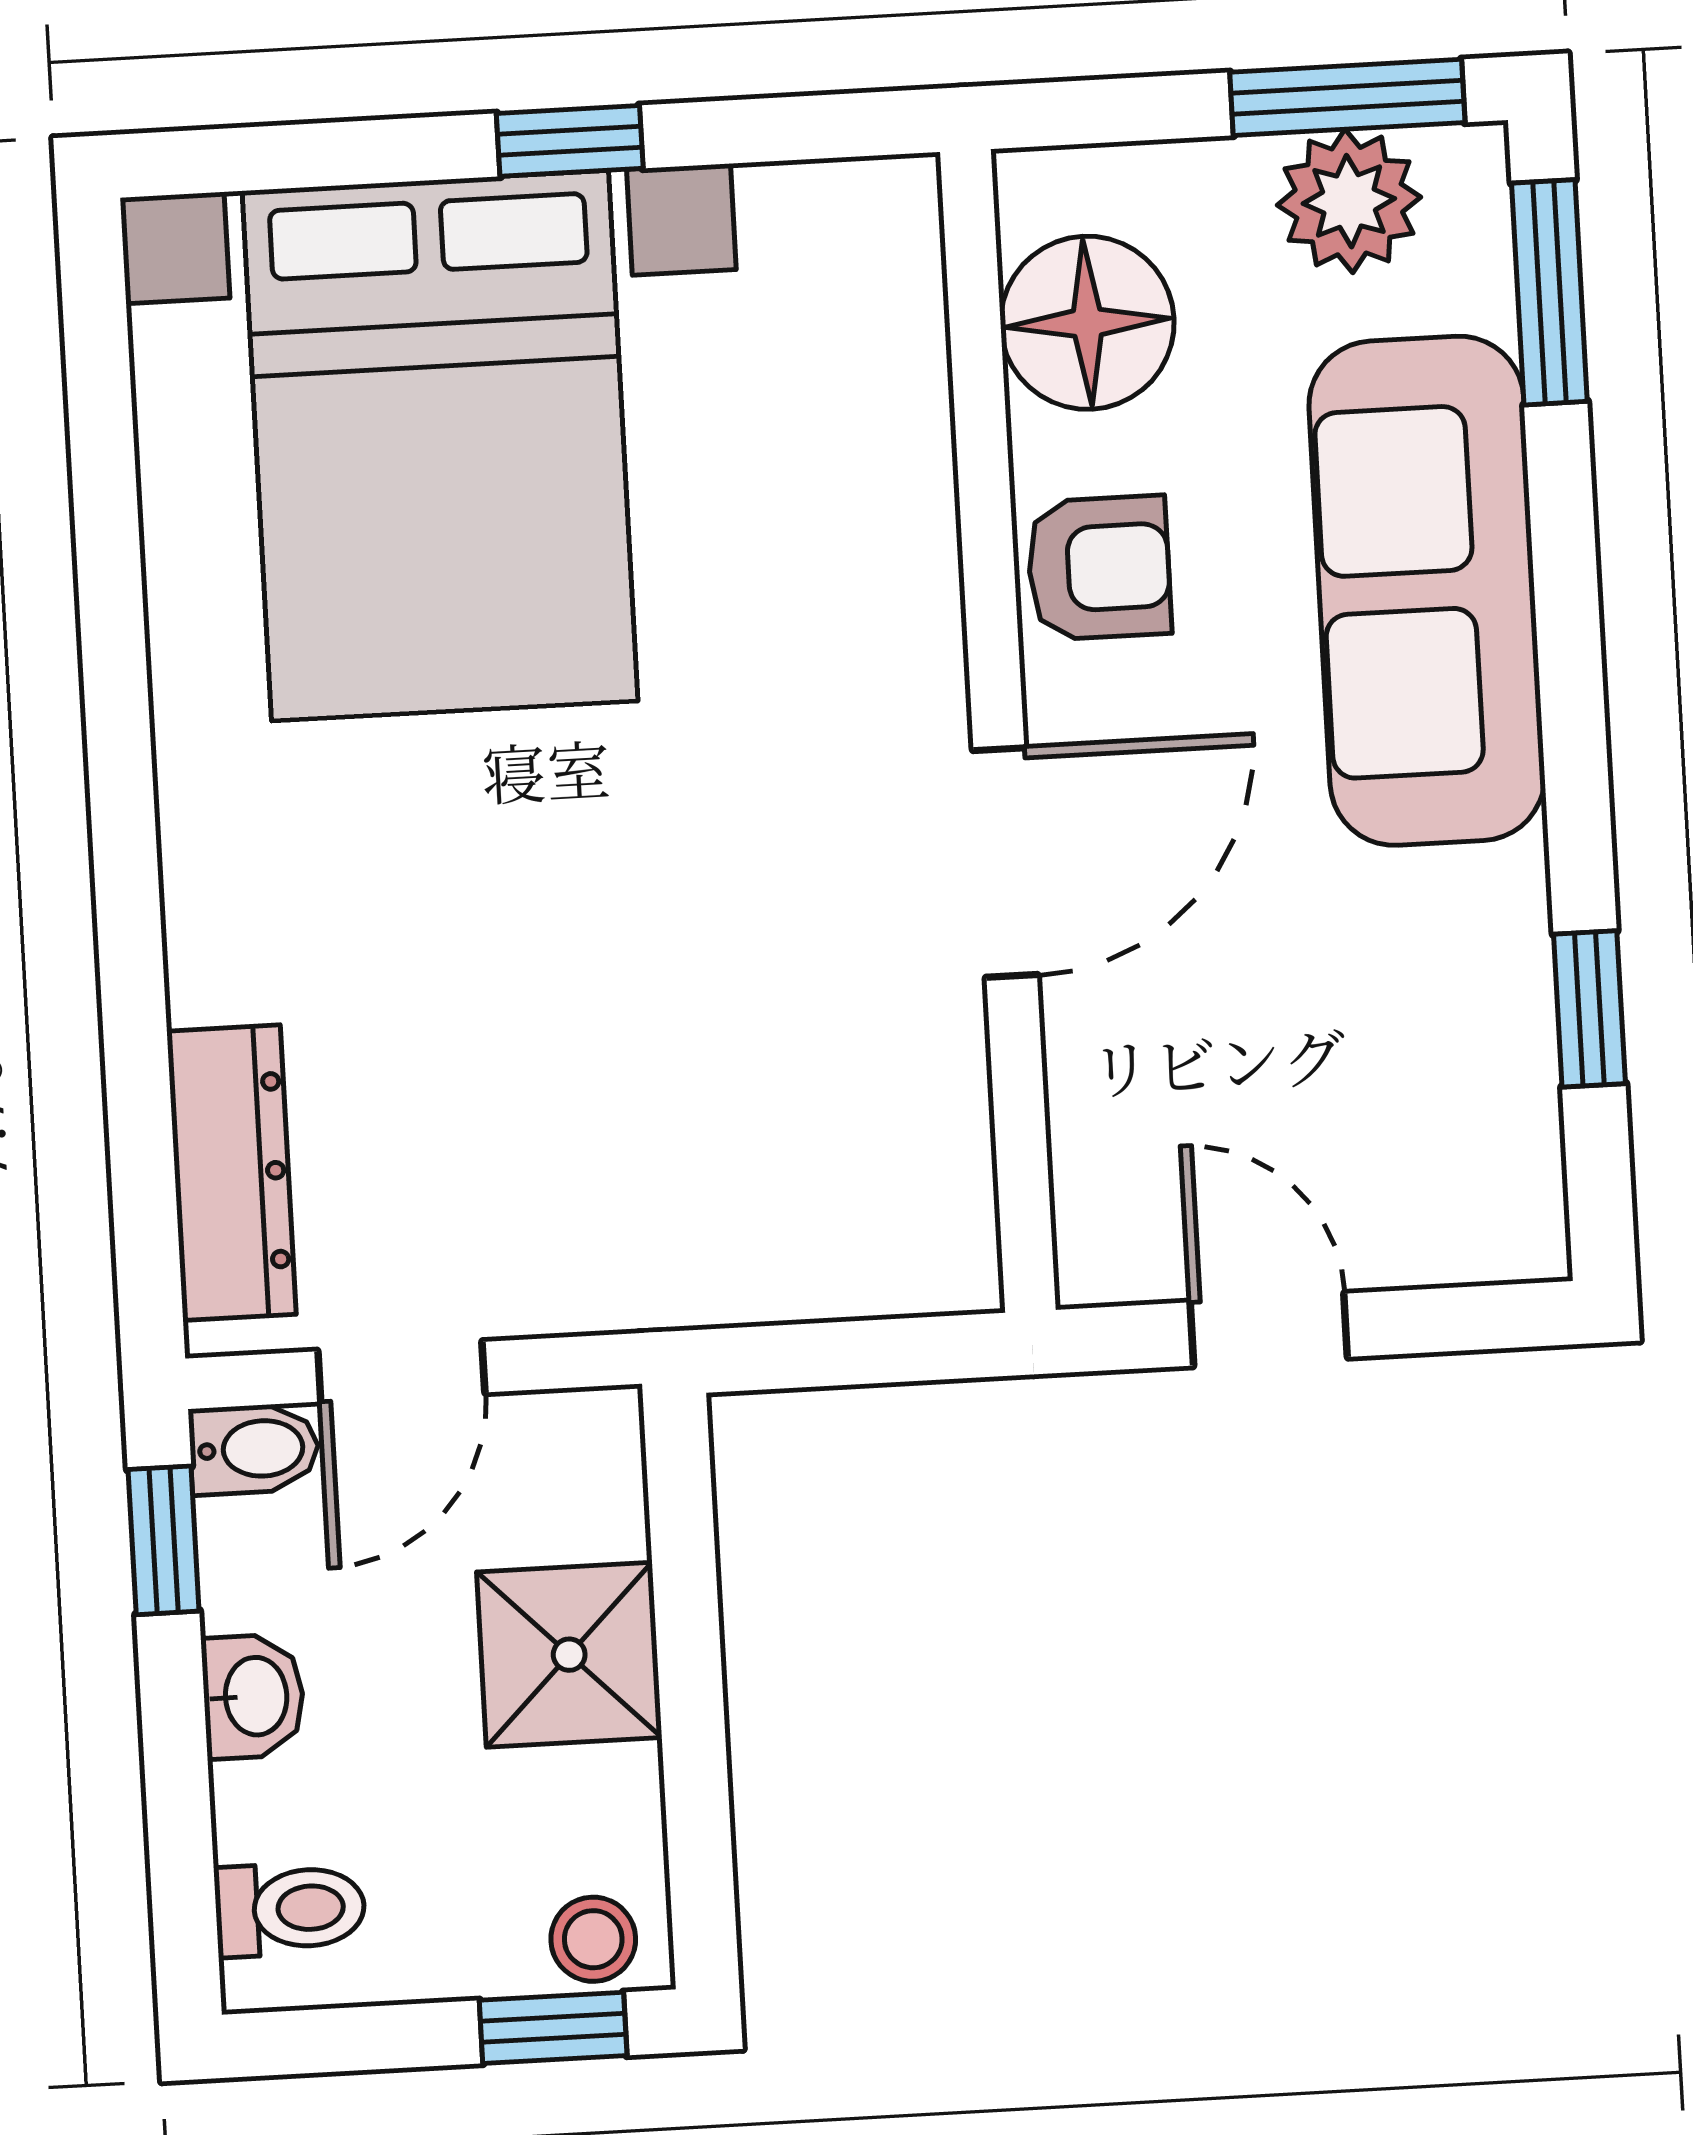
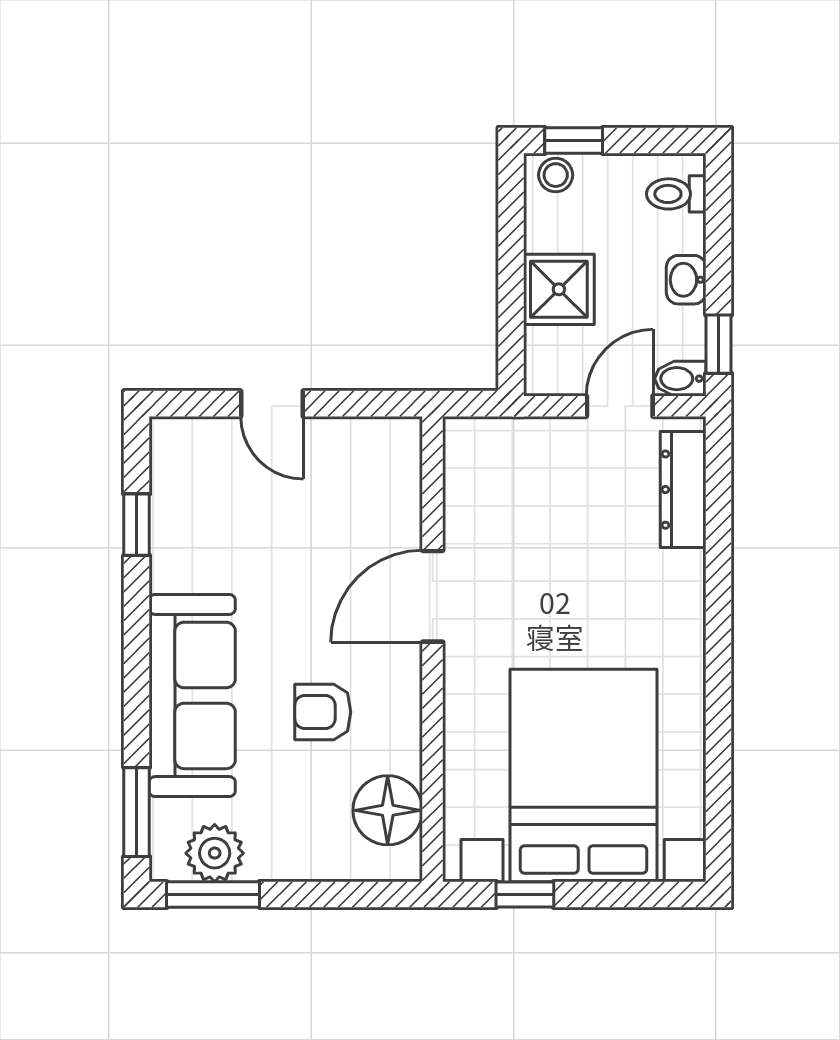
floor lamp: (1087, 323) -> (388, 810), moved
wall: (998, 731) -> (433, 649), moved
door: (1005, 863) -> (433, 596), moved

